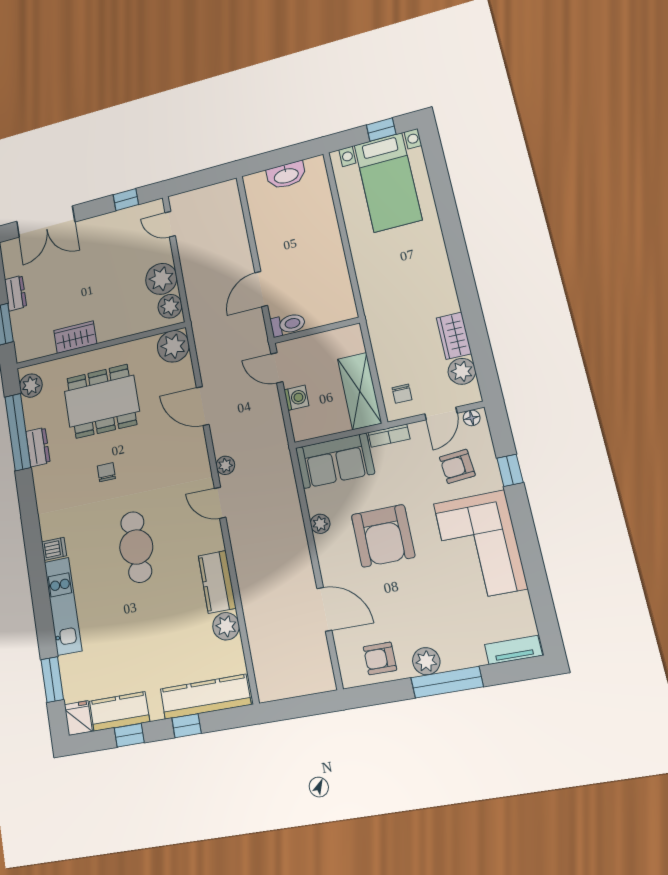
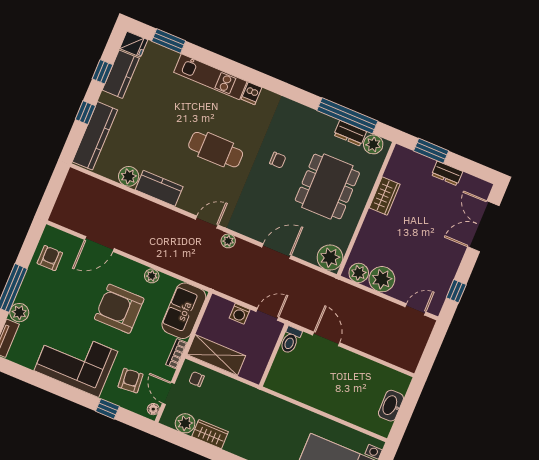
dresser: (38, 447) -> (350, 133), moved
plant: (426, 661) -> (19, 313), moved

